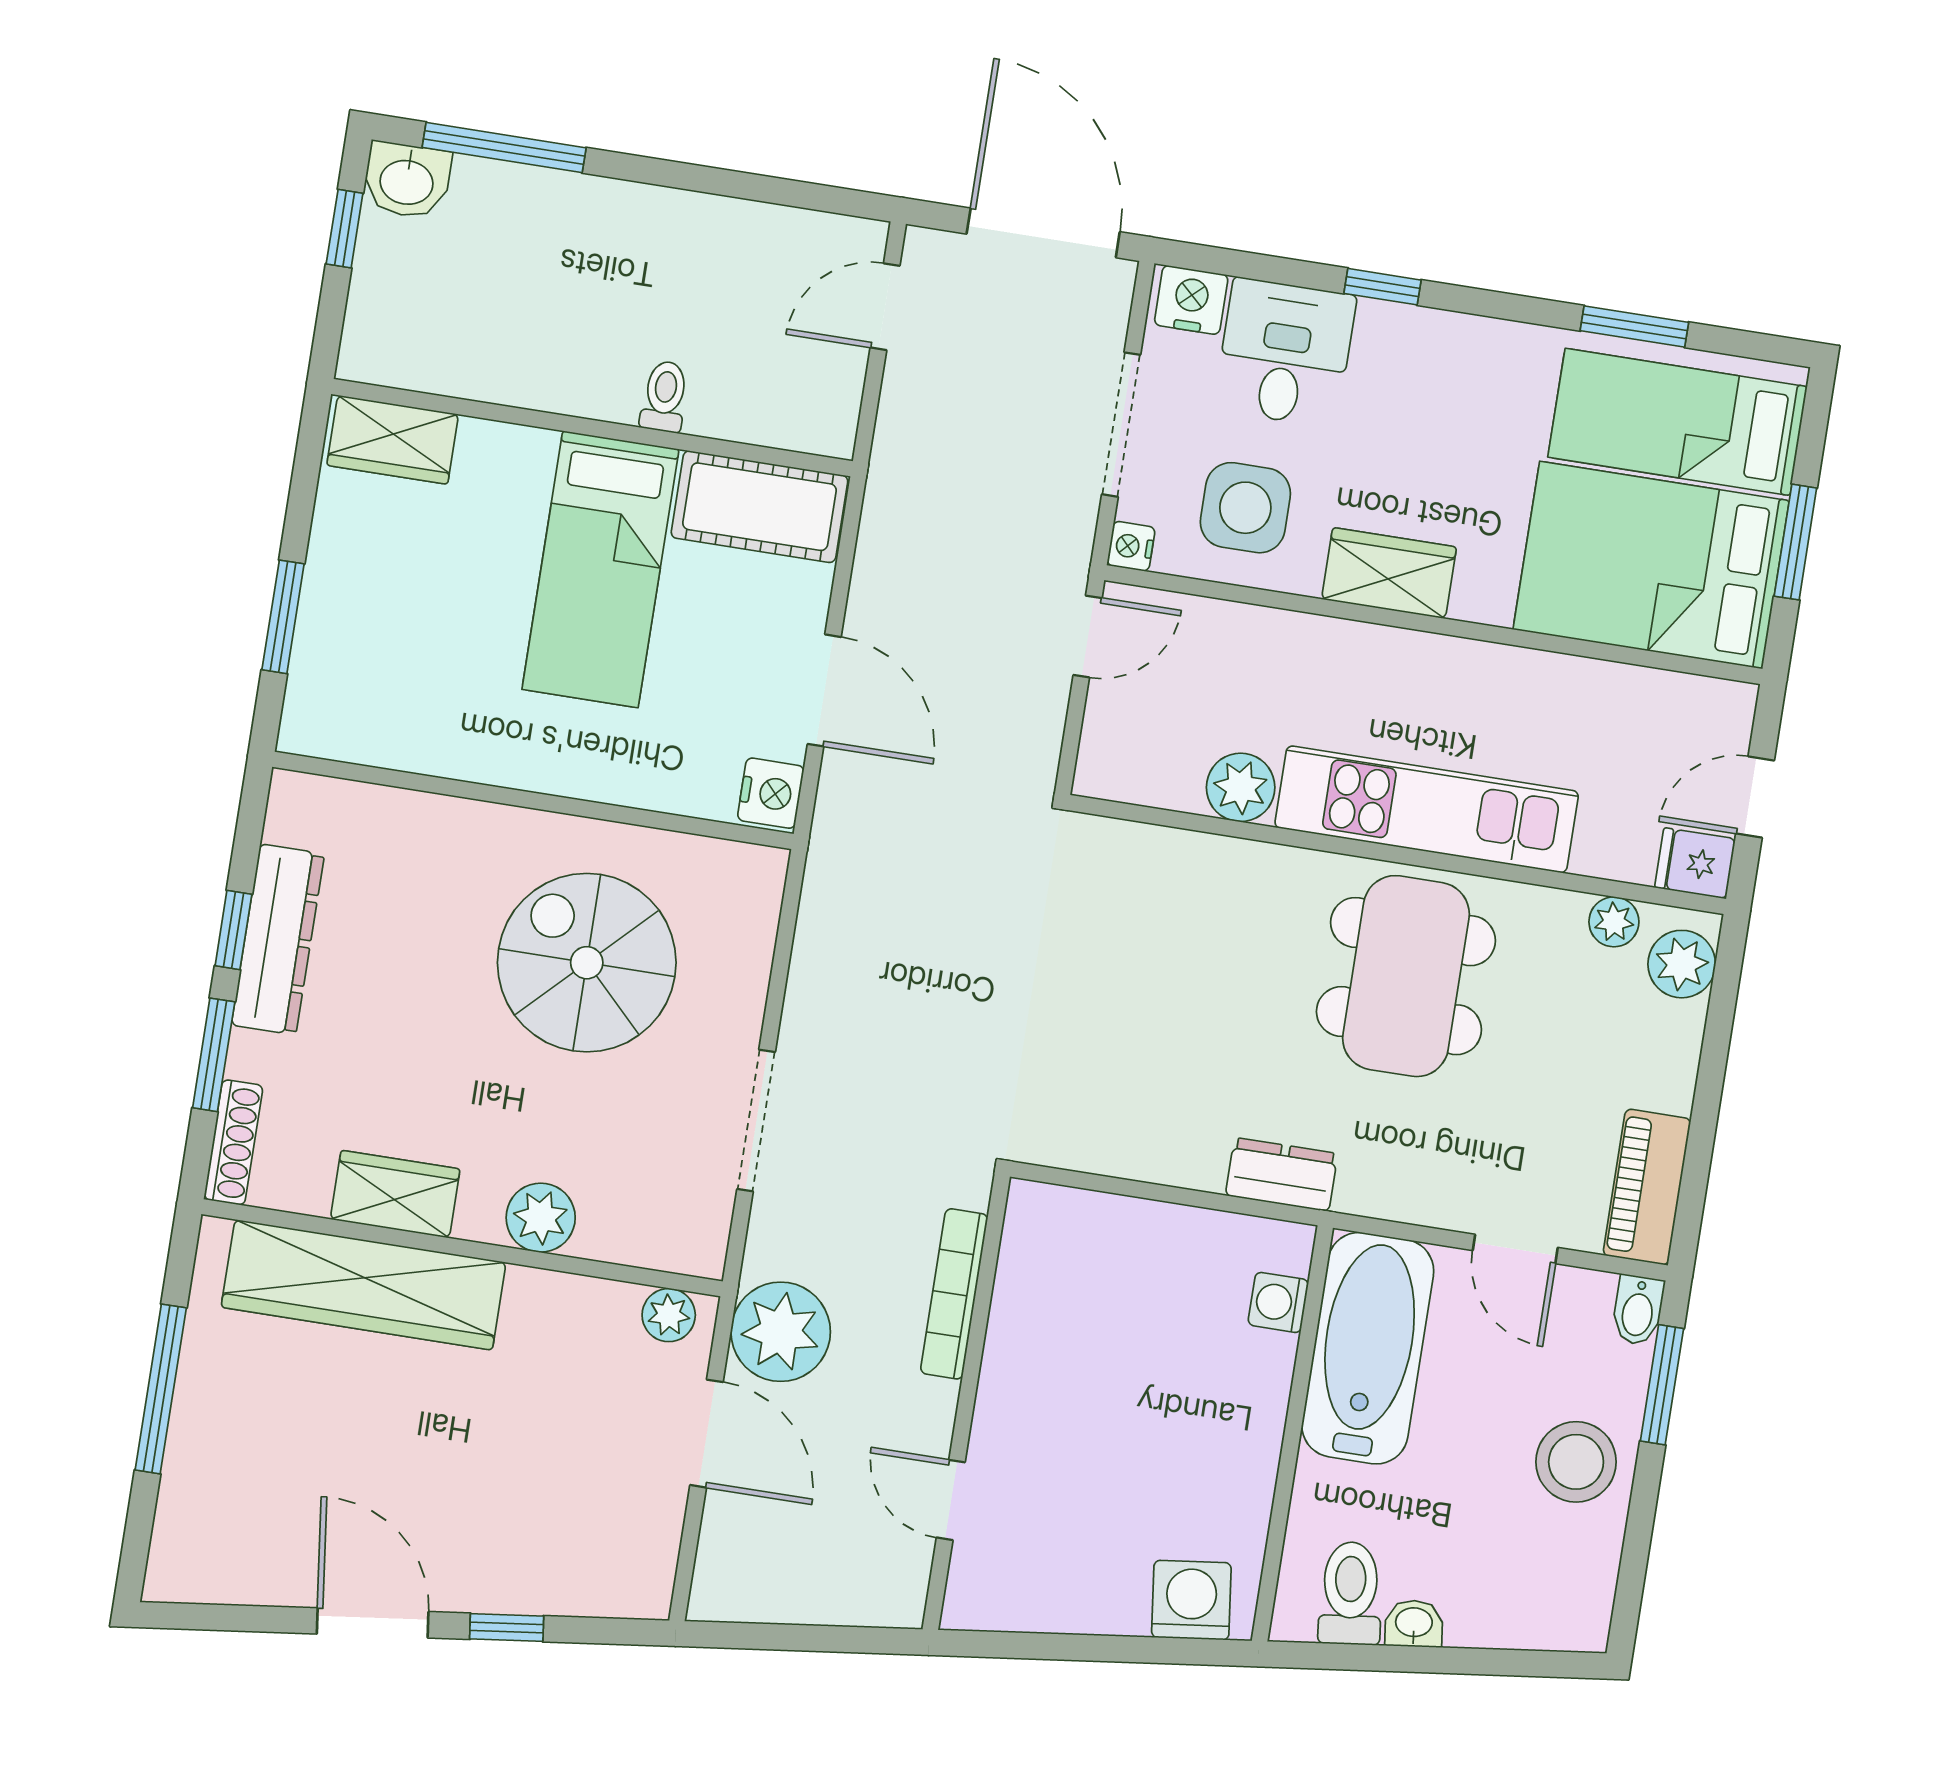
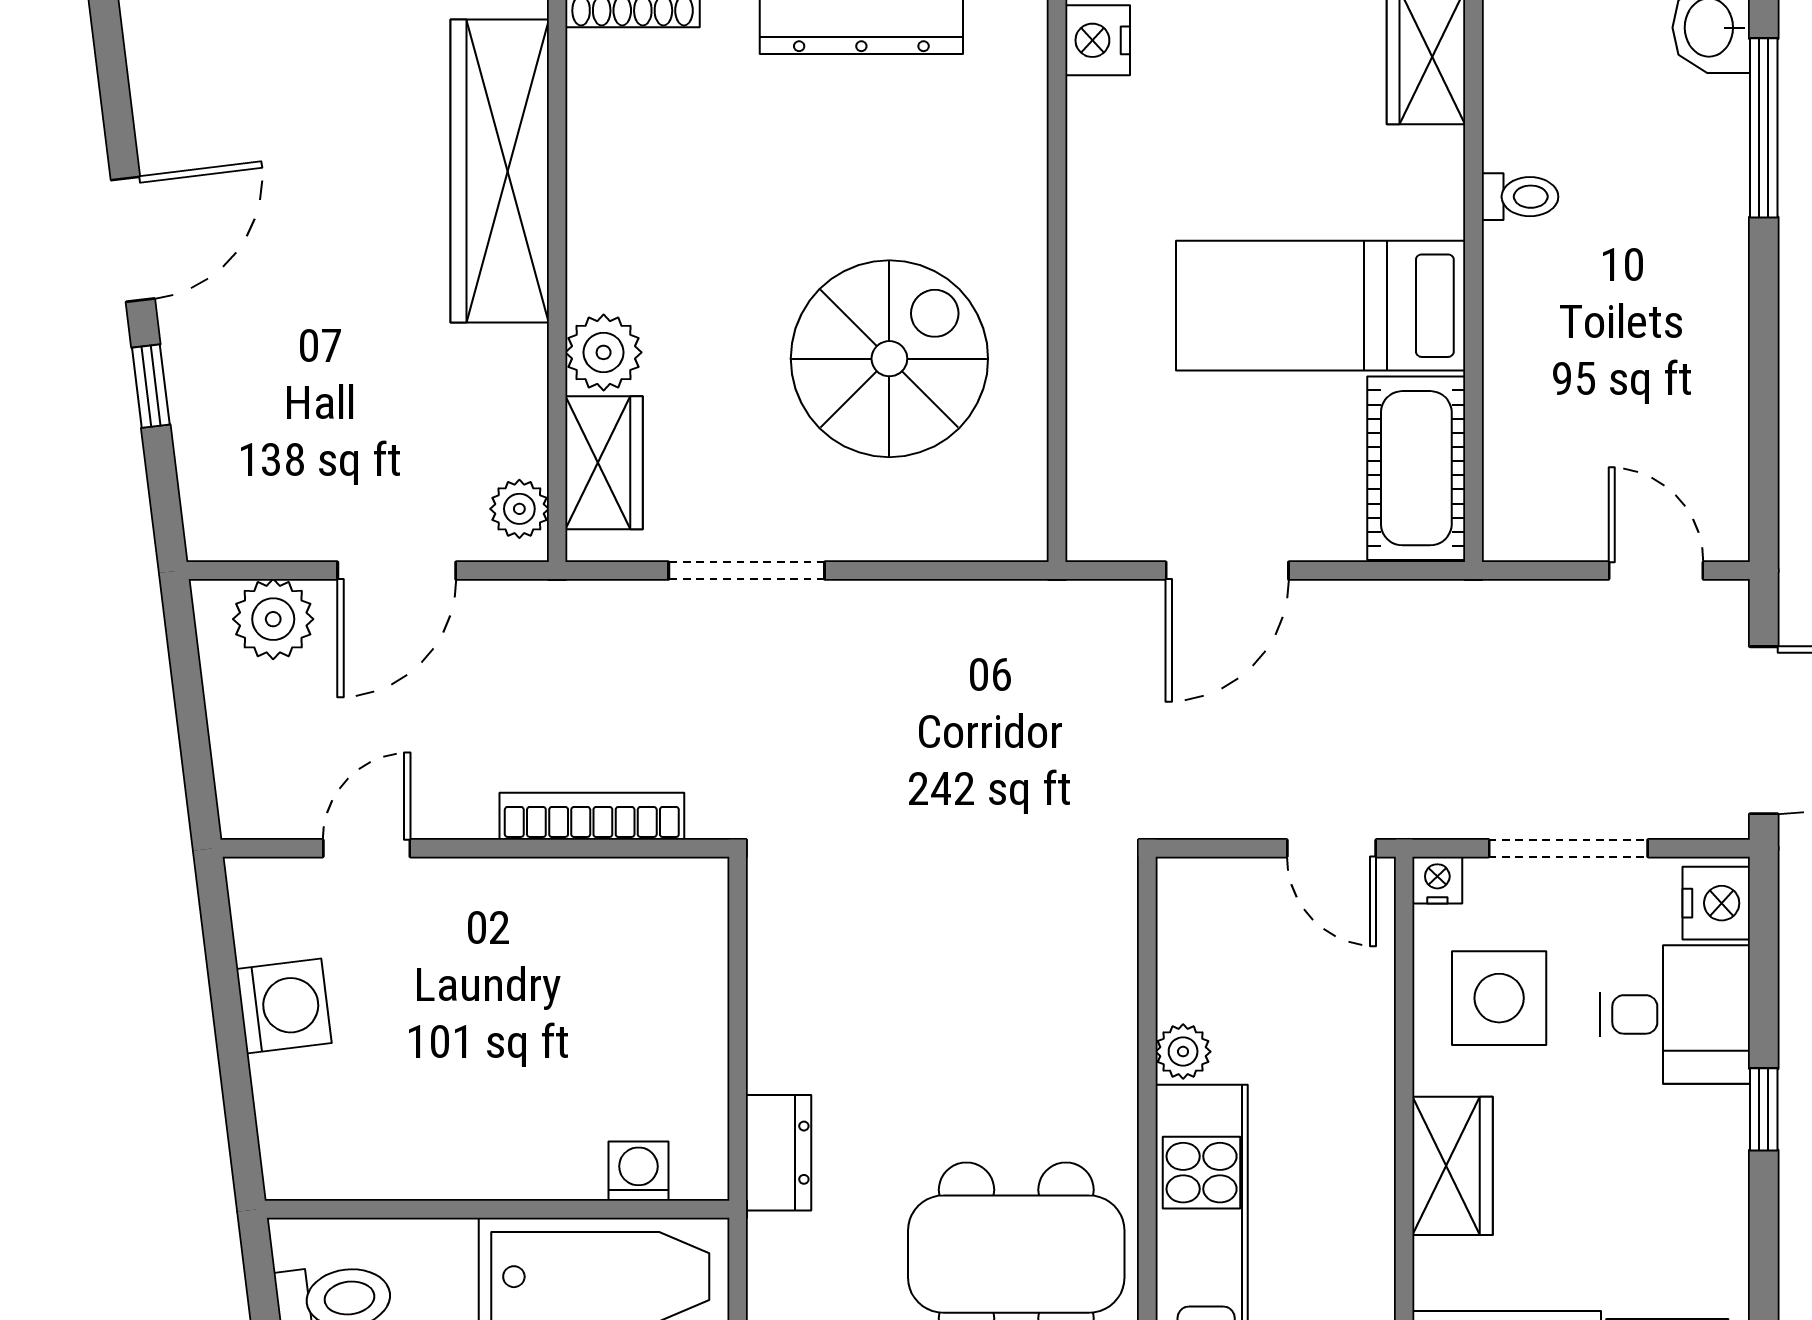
toilet: (664, 396) -> (1520, 197), moved
plant: (1241, 787) -> (1183, 1052), width x0.73, depth x0.73
nightstand: (771, 793) -> (1098, 40), moved, turned 90
wardrobe: (395, 1194) -> (604, 463), moved
plant: (781, 1332) -> (273, 619), moved, width x0.73, depth x0.73
washing machine: (1191, 1600) -> (284, 1006), moved

